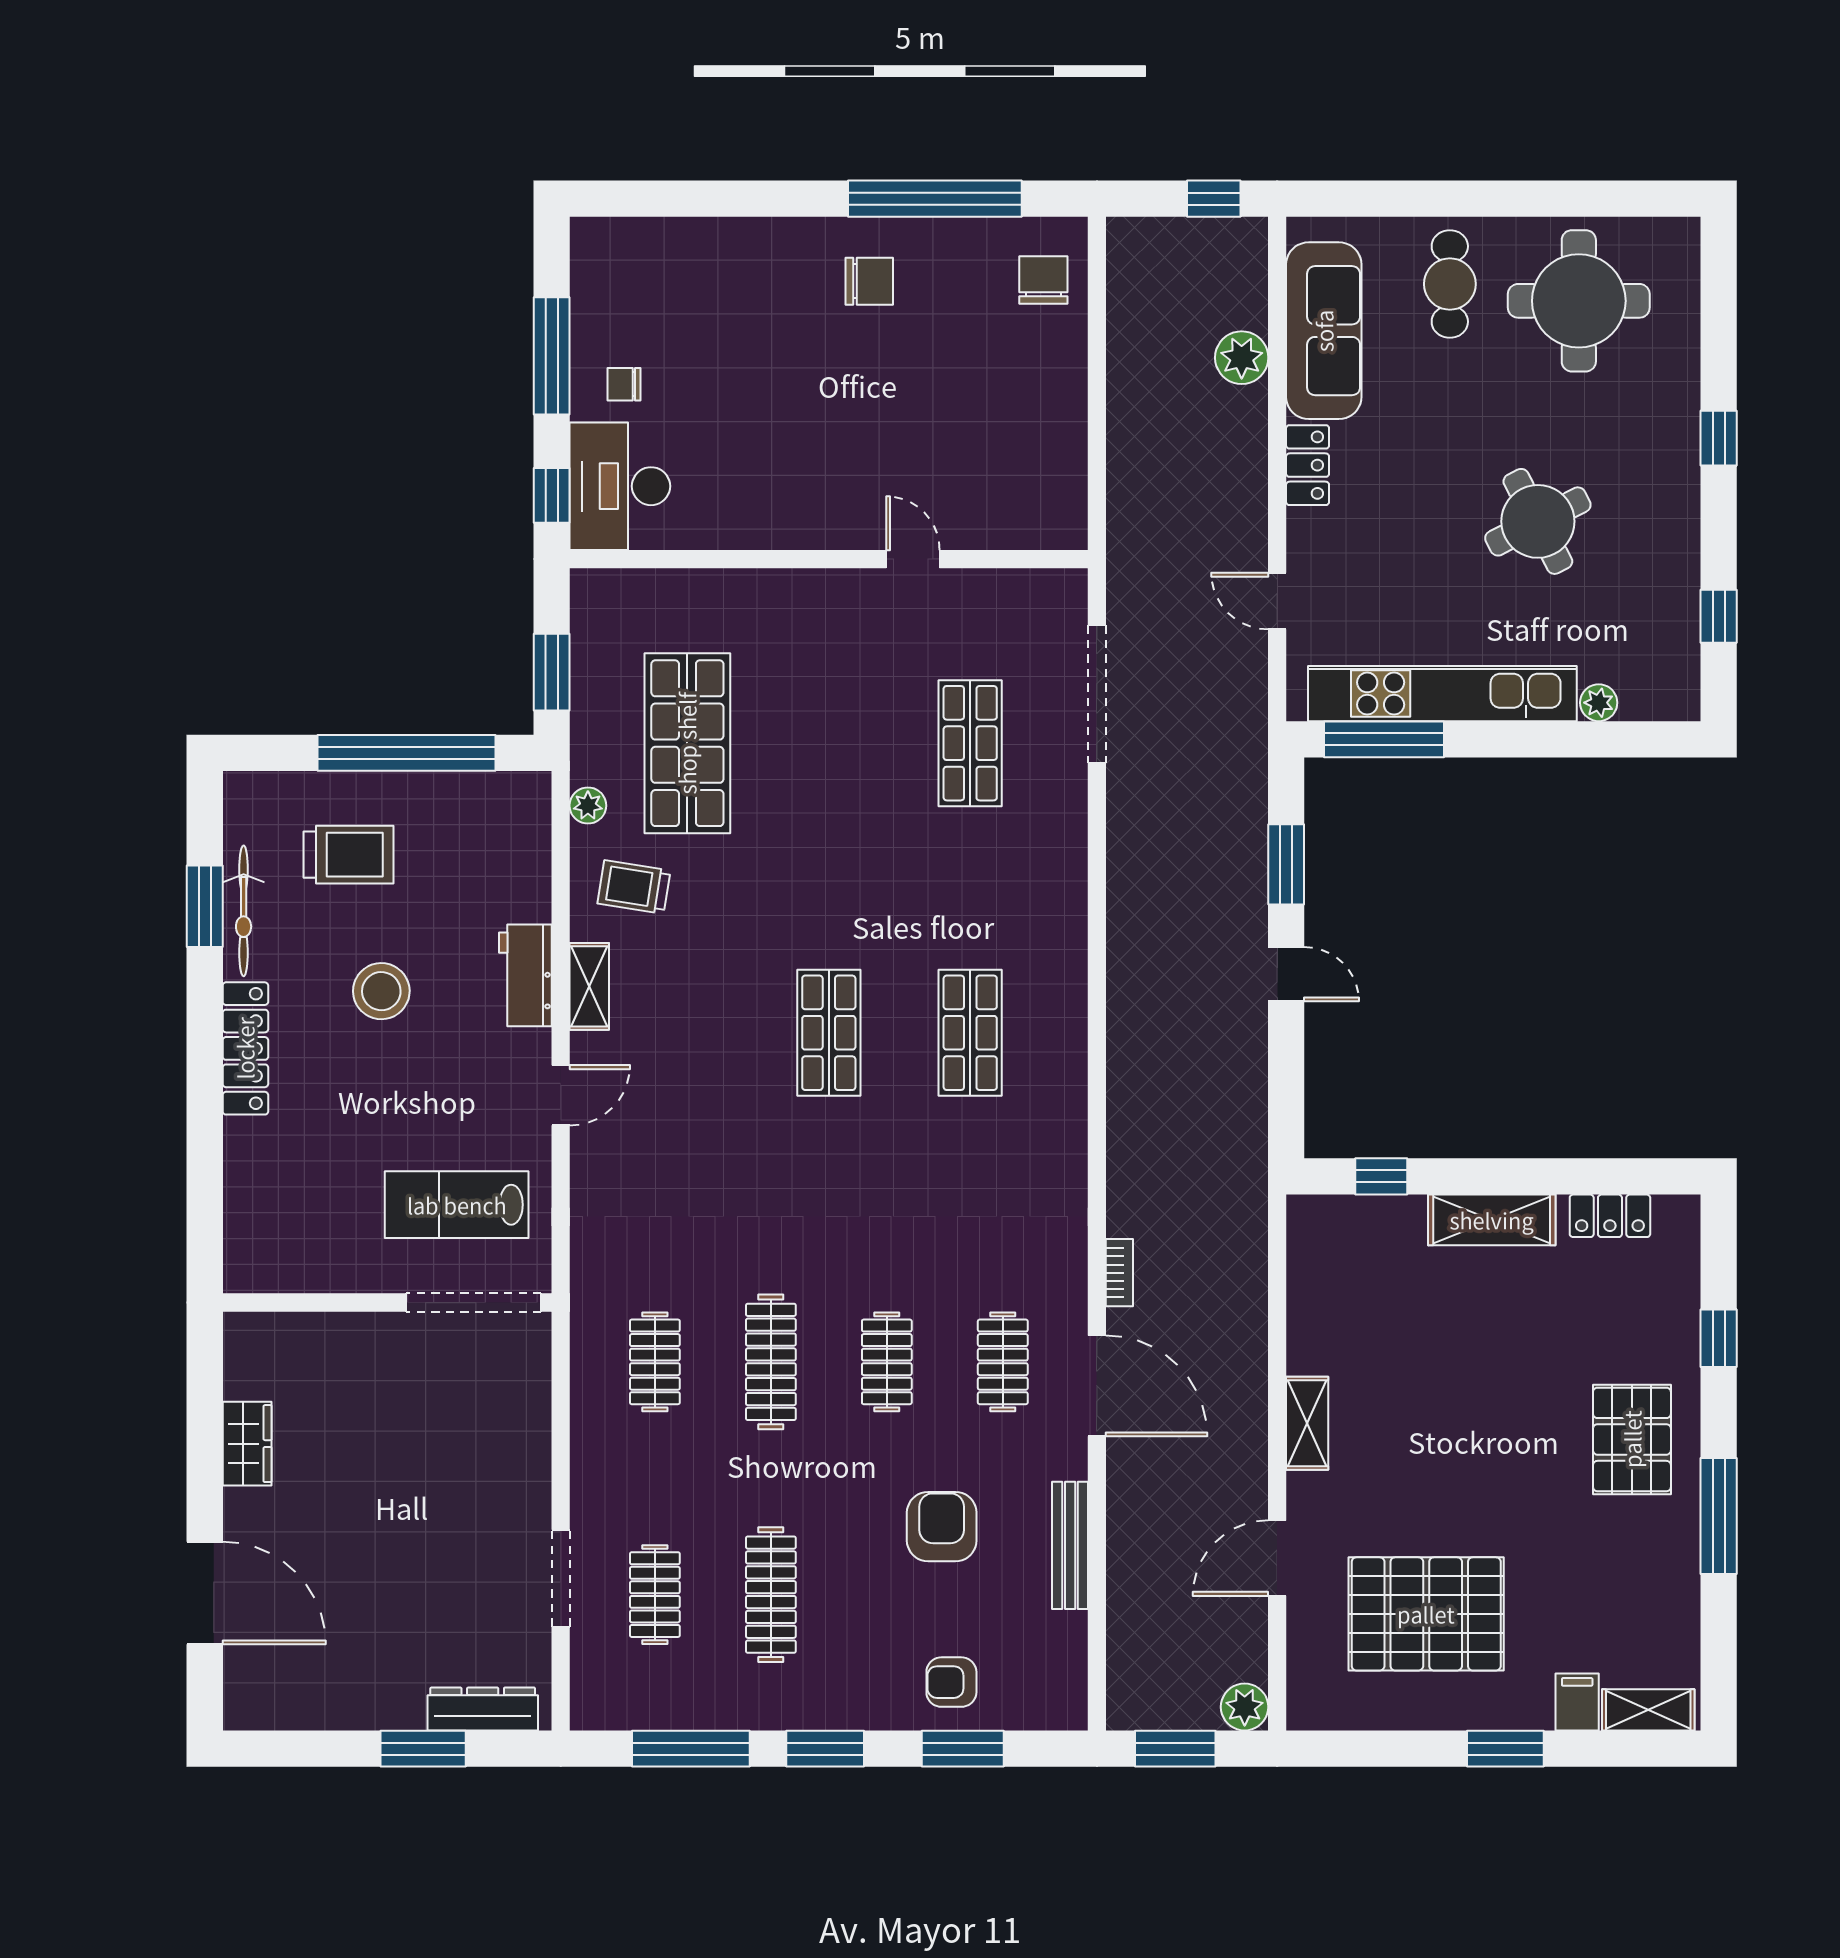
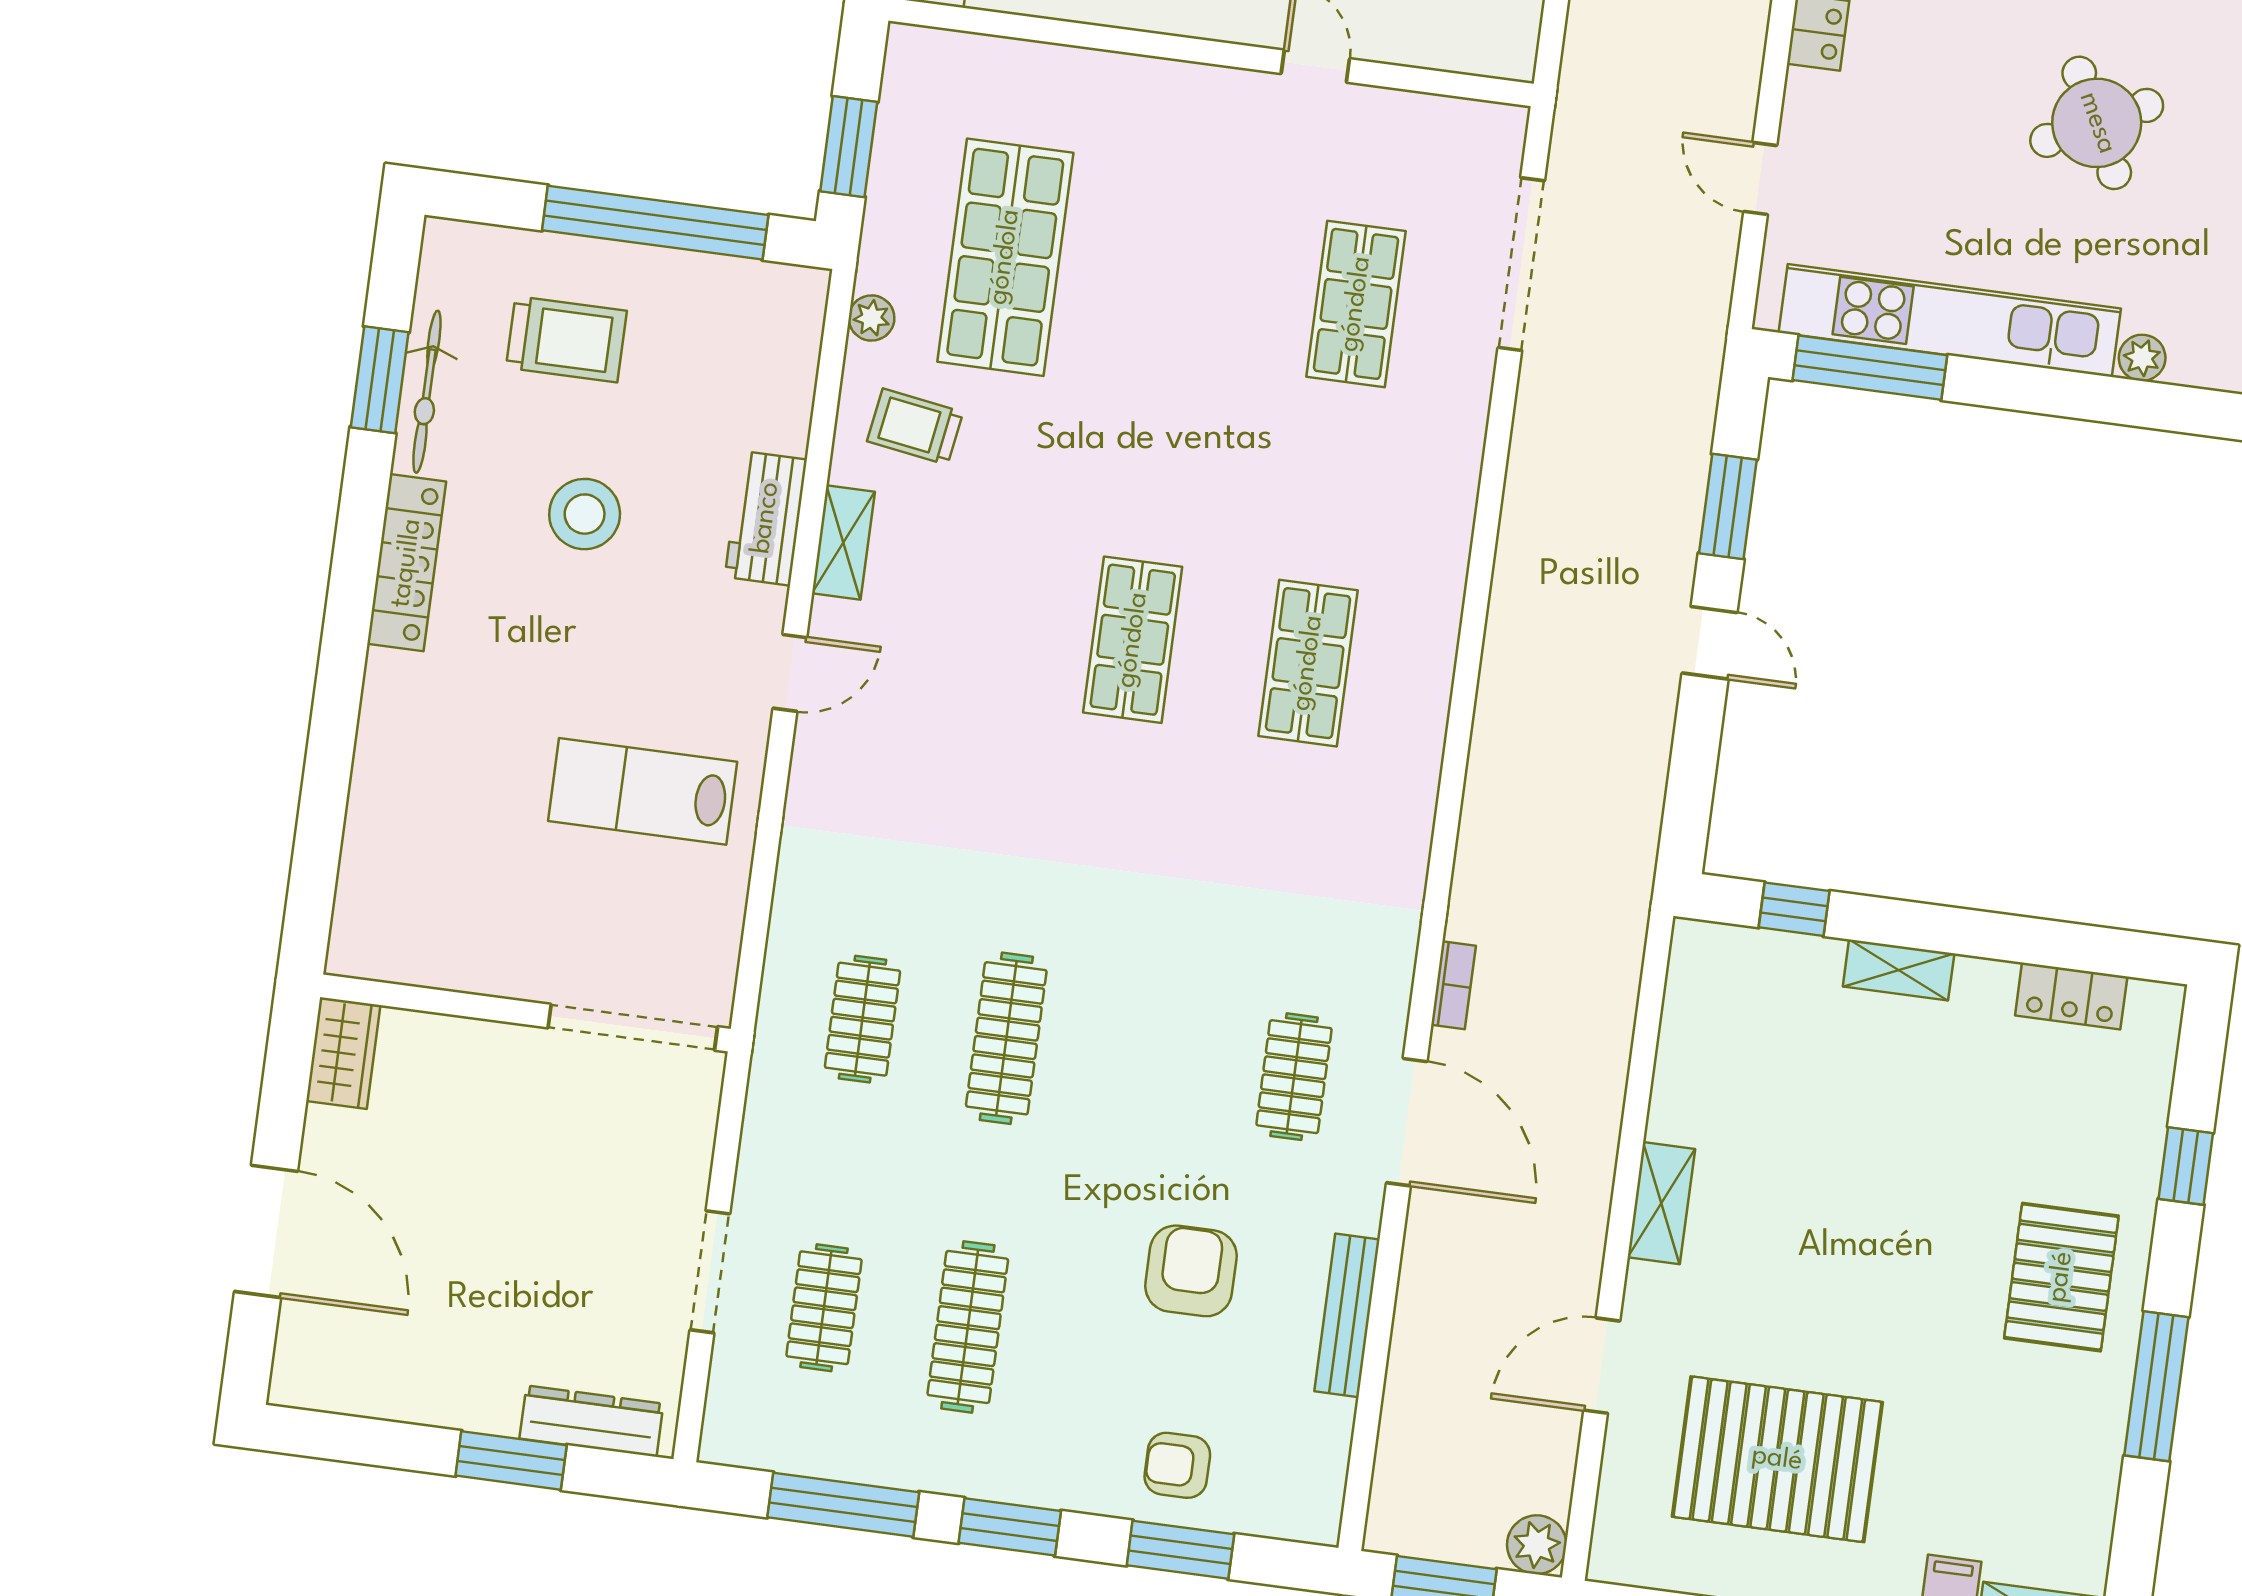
shelving: (1492, 1220) -> (1899, 970), width x0.67, depth x0.75
wall: (387, 1303) -> (525, 1013), moved
doorway: (474, 1303) -> (633, 1027), moved
clothes rail: (887, 1362) -> (1150, 1058), removed

